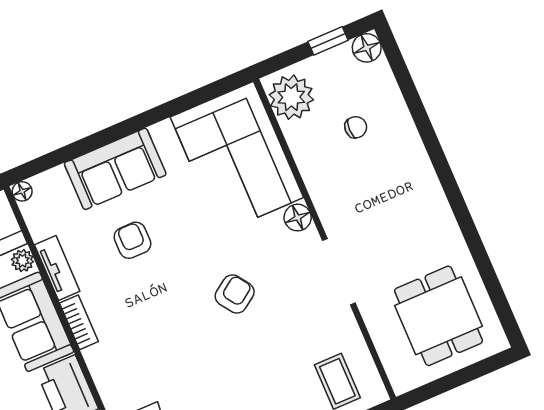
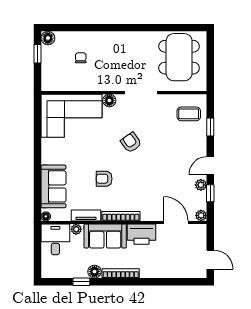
plant: (291, 97) -> (55, 80), removed
sofa: (115, 169) -> (53, 186), moved
armchair: (132, 240) -> (104, 179), moved
dining table: (438, 316) -> (179, 57), width x1.38
bookcase: (79, 322) -> (121, 216), width x1.56

